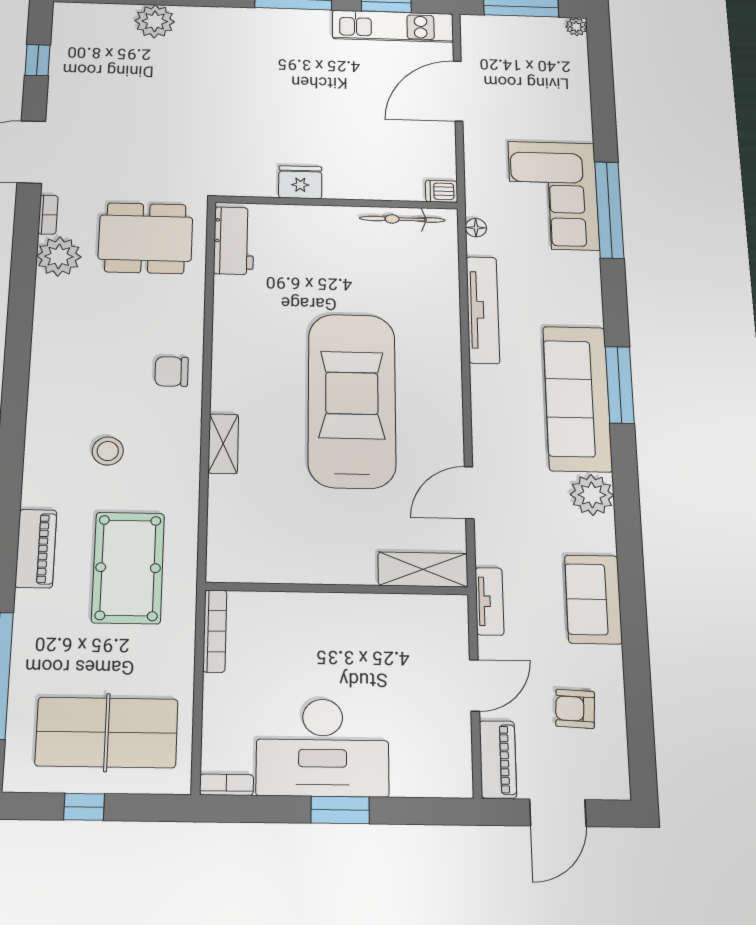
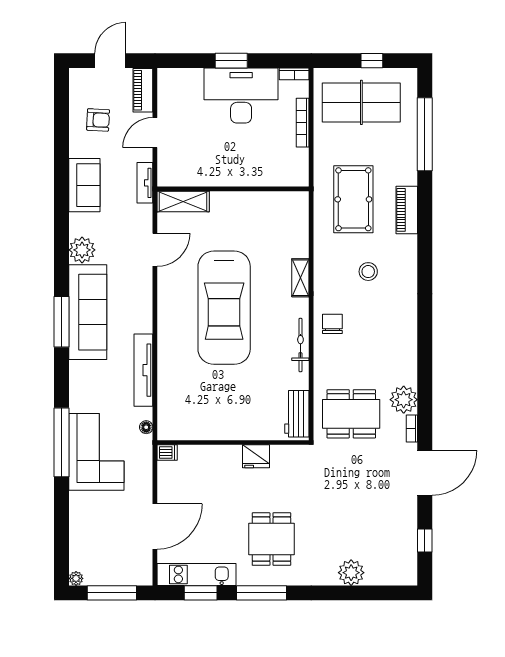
dining table: (277, 69) -> (271, 539), added
bicycle: (402, 219) -> (300, 345), moved, turned -90
chair: (172, 371) -> (332, 324), turned -90
bookcase: (215, 631) -> (303, 123), moved

